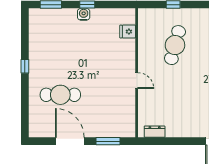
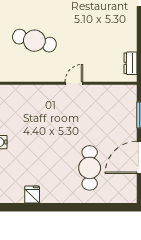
fridge: (128, 32) -> (32, 195), moved, turned 180
window: (25, 66) -> (58, 207), removed

